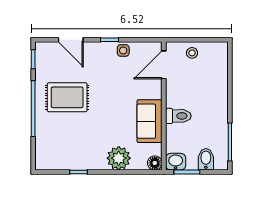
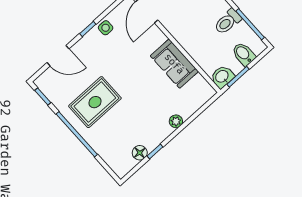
toilet: (178, 116) -> (228, 22), moved, turned 180
plant: (119, 158) -> (176, 121), width x0.53, depth x0.53
floor lamp: (155, 163) -> (140, 153), moved

